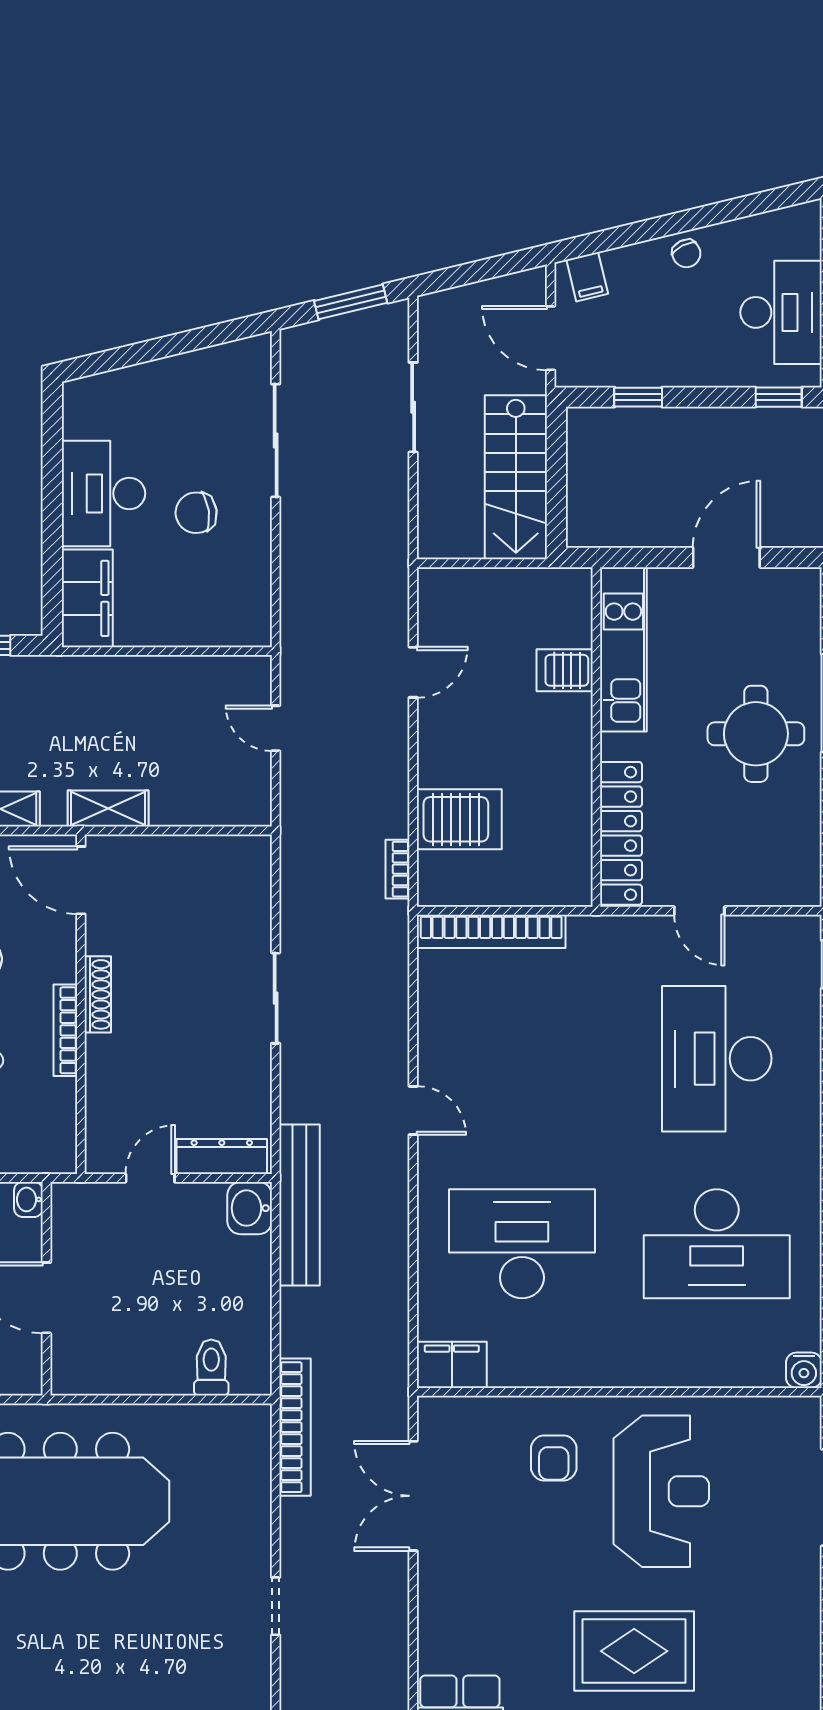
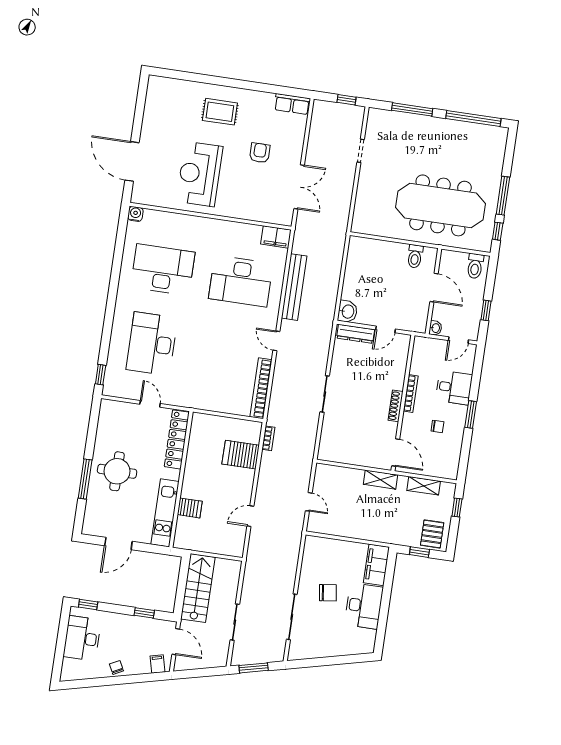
bookcase: (491, 931) -> (261, 388), moved, turned -90
desk: (717, 1059) -> (152, 344), turned 180
bench: (300, 1205) -> (294, 287), moved
toilet: (211, 1367) -> (415, 256), moved
bookcase: (295, 1427) -> (342, 221), removed
armchair: (554, 1458) -> (260, 153), moved
rug: (634, 1651) -> (220, 112), width x0.73, depth x0.70

